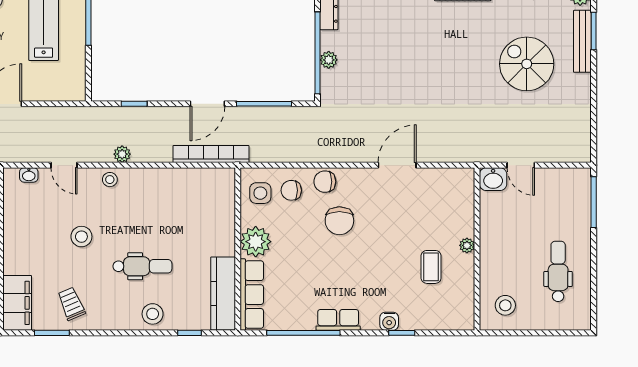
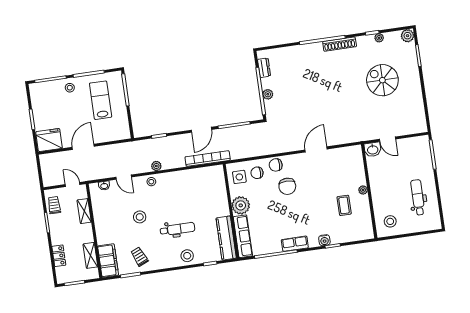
bench: (582, 41) -> (413, 63), removed

